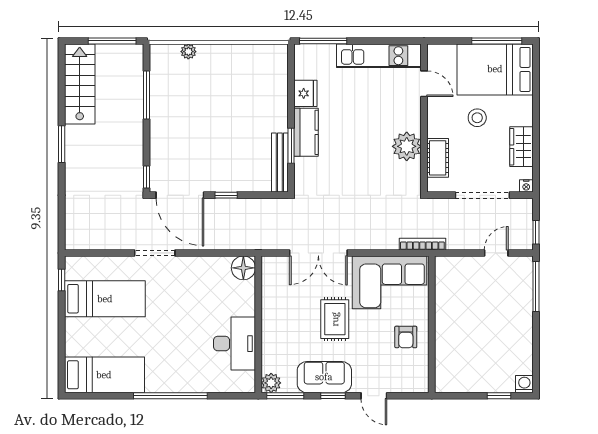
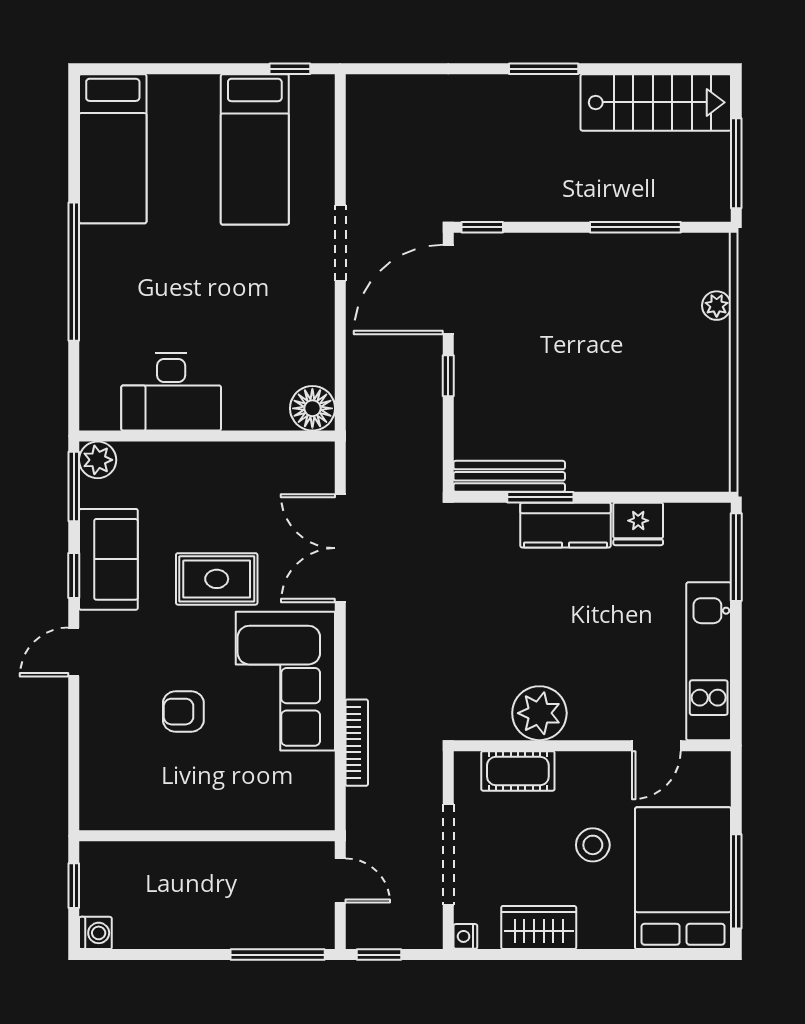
wall: (432, 324) -> (207, 836), moved

